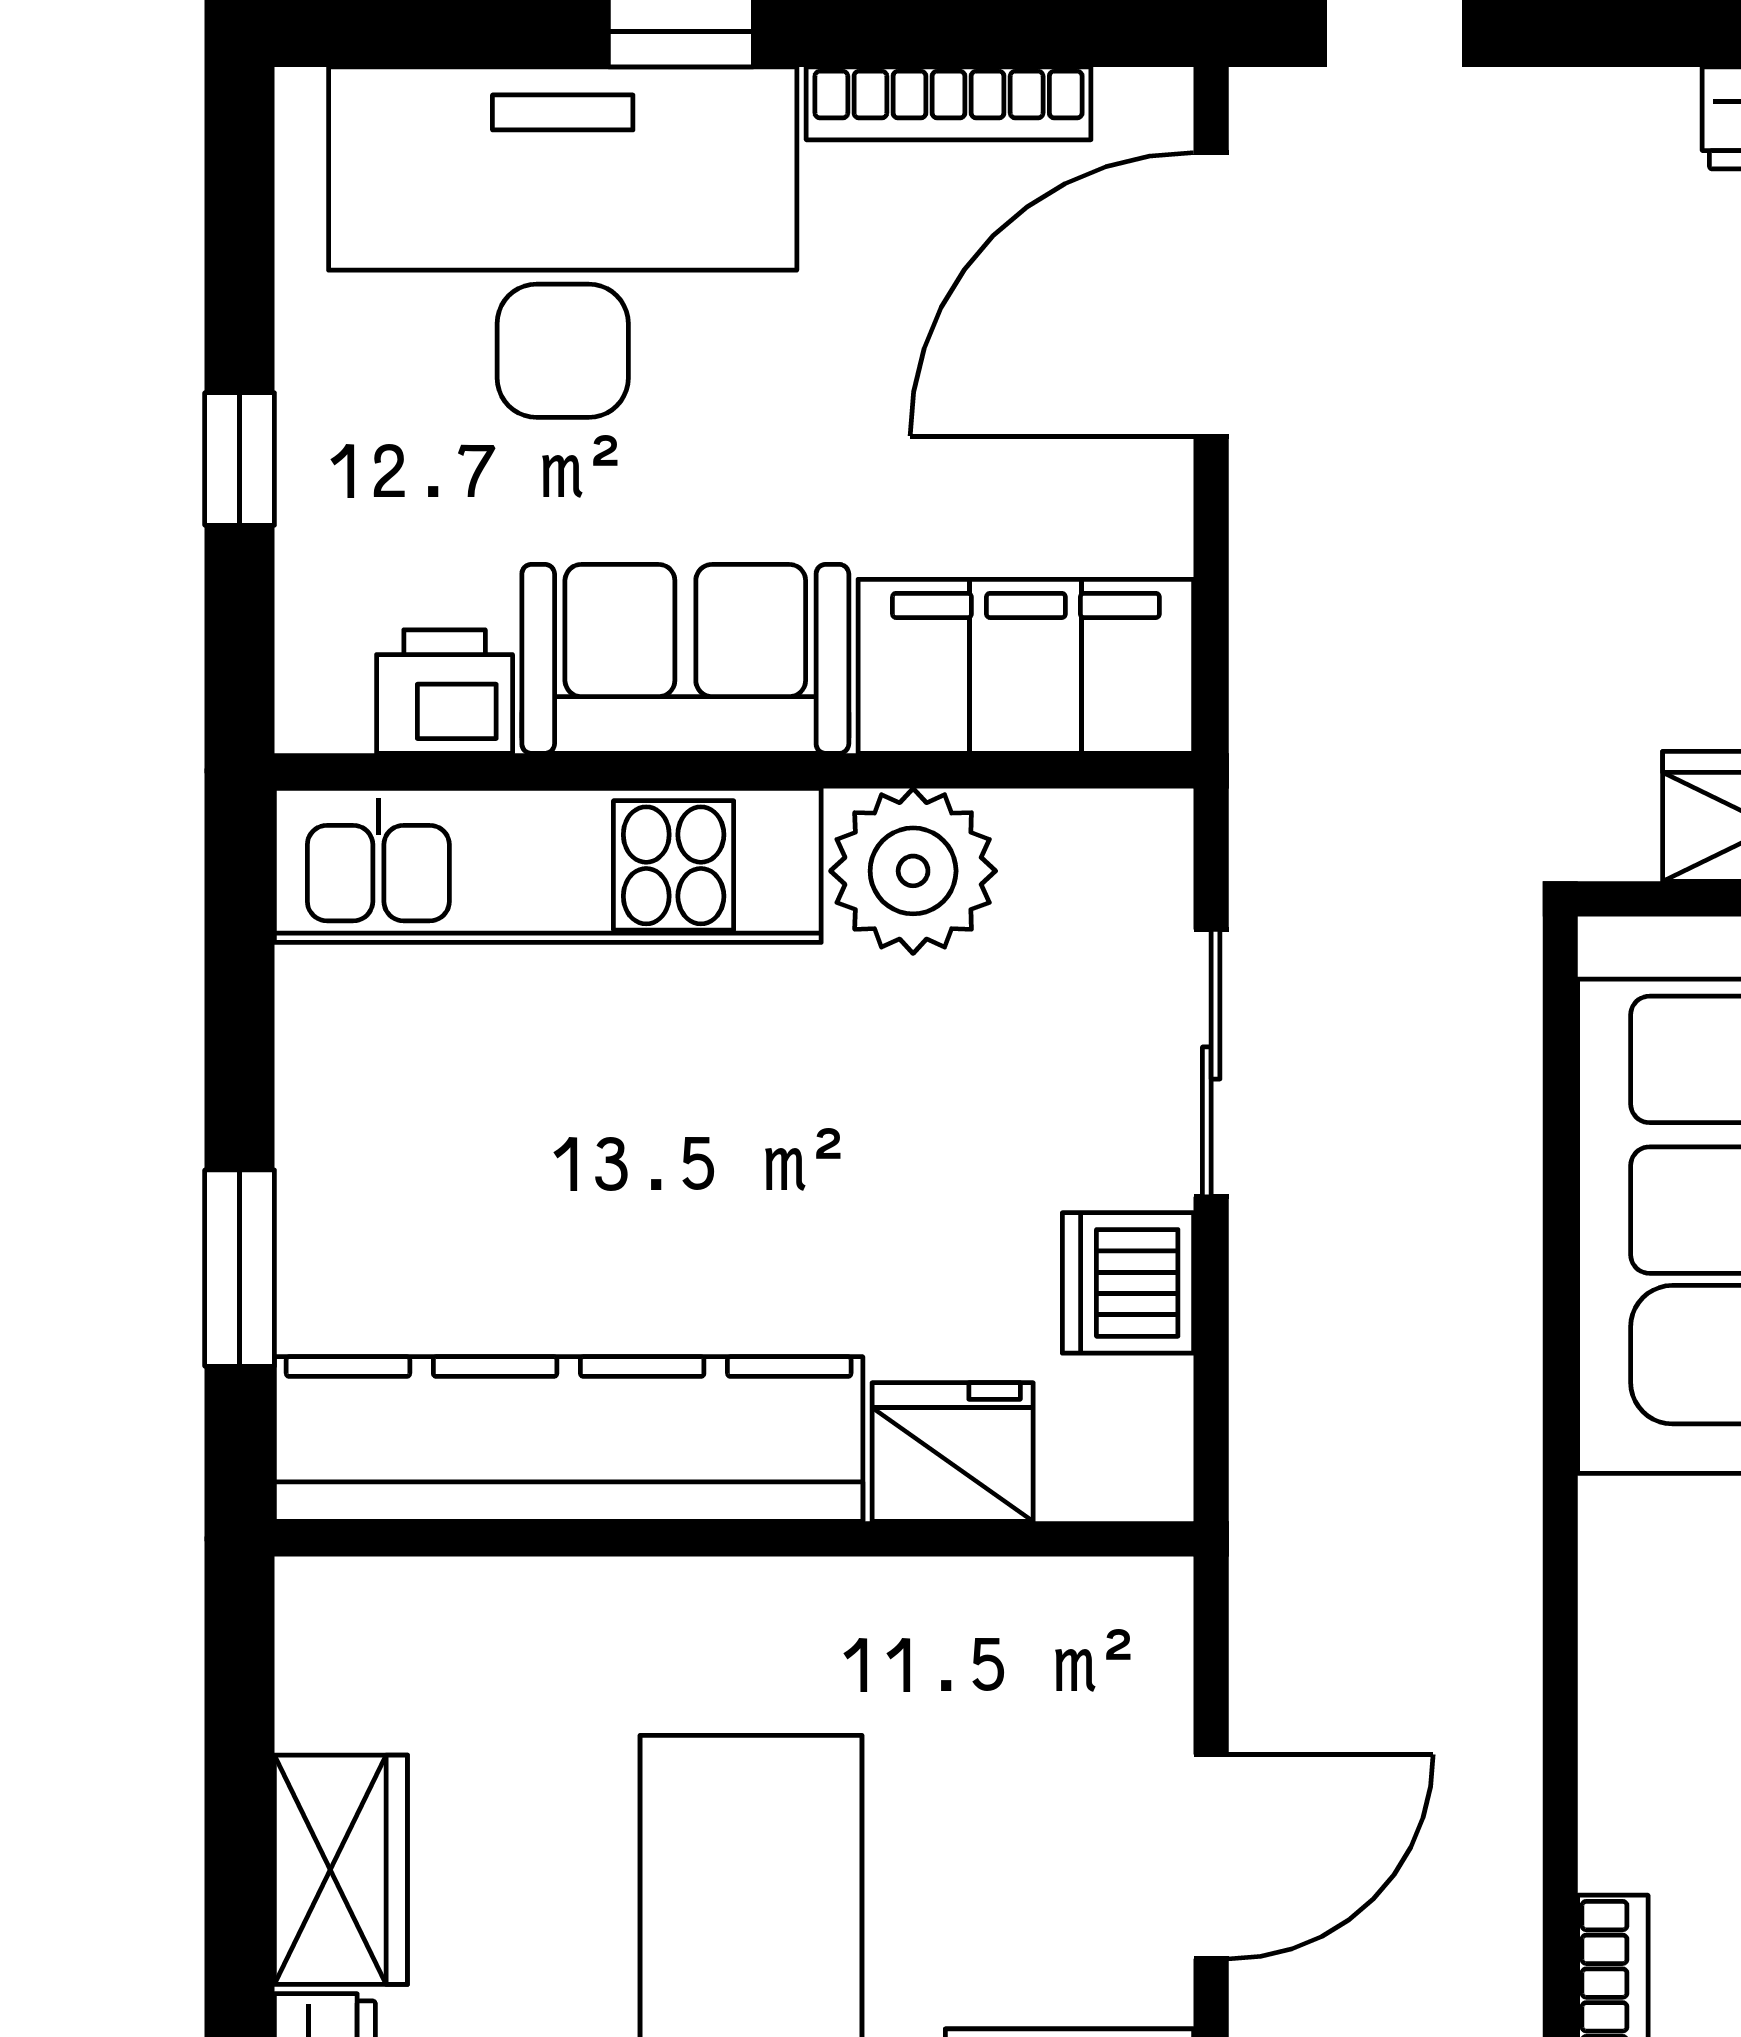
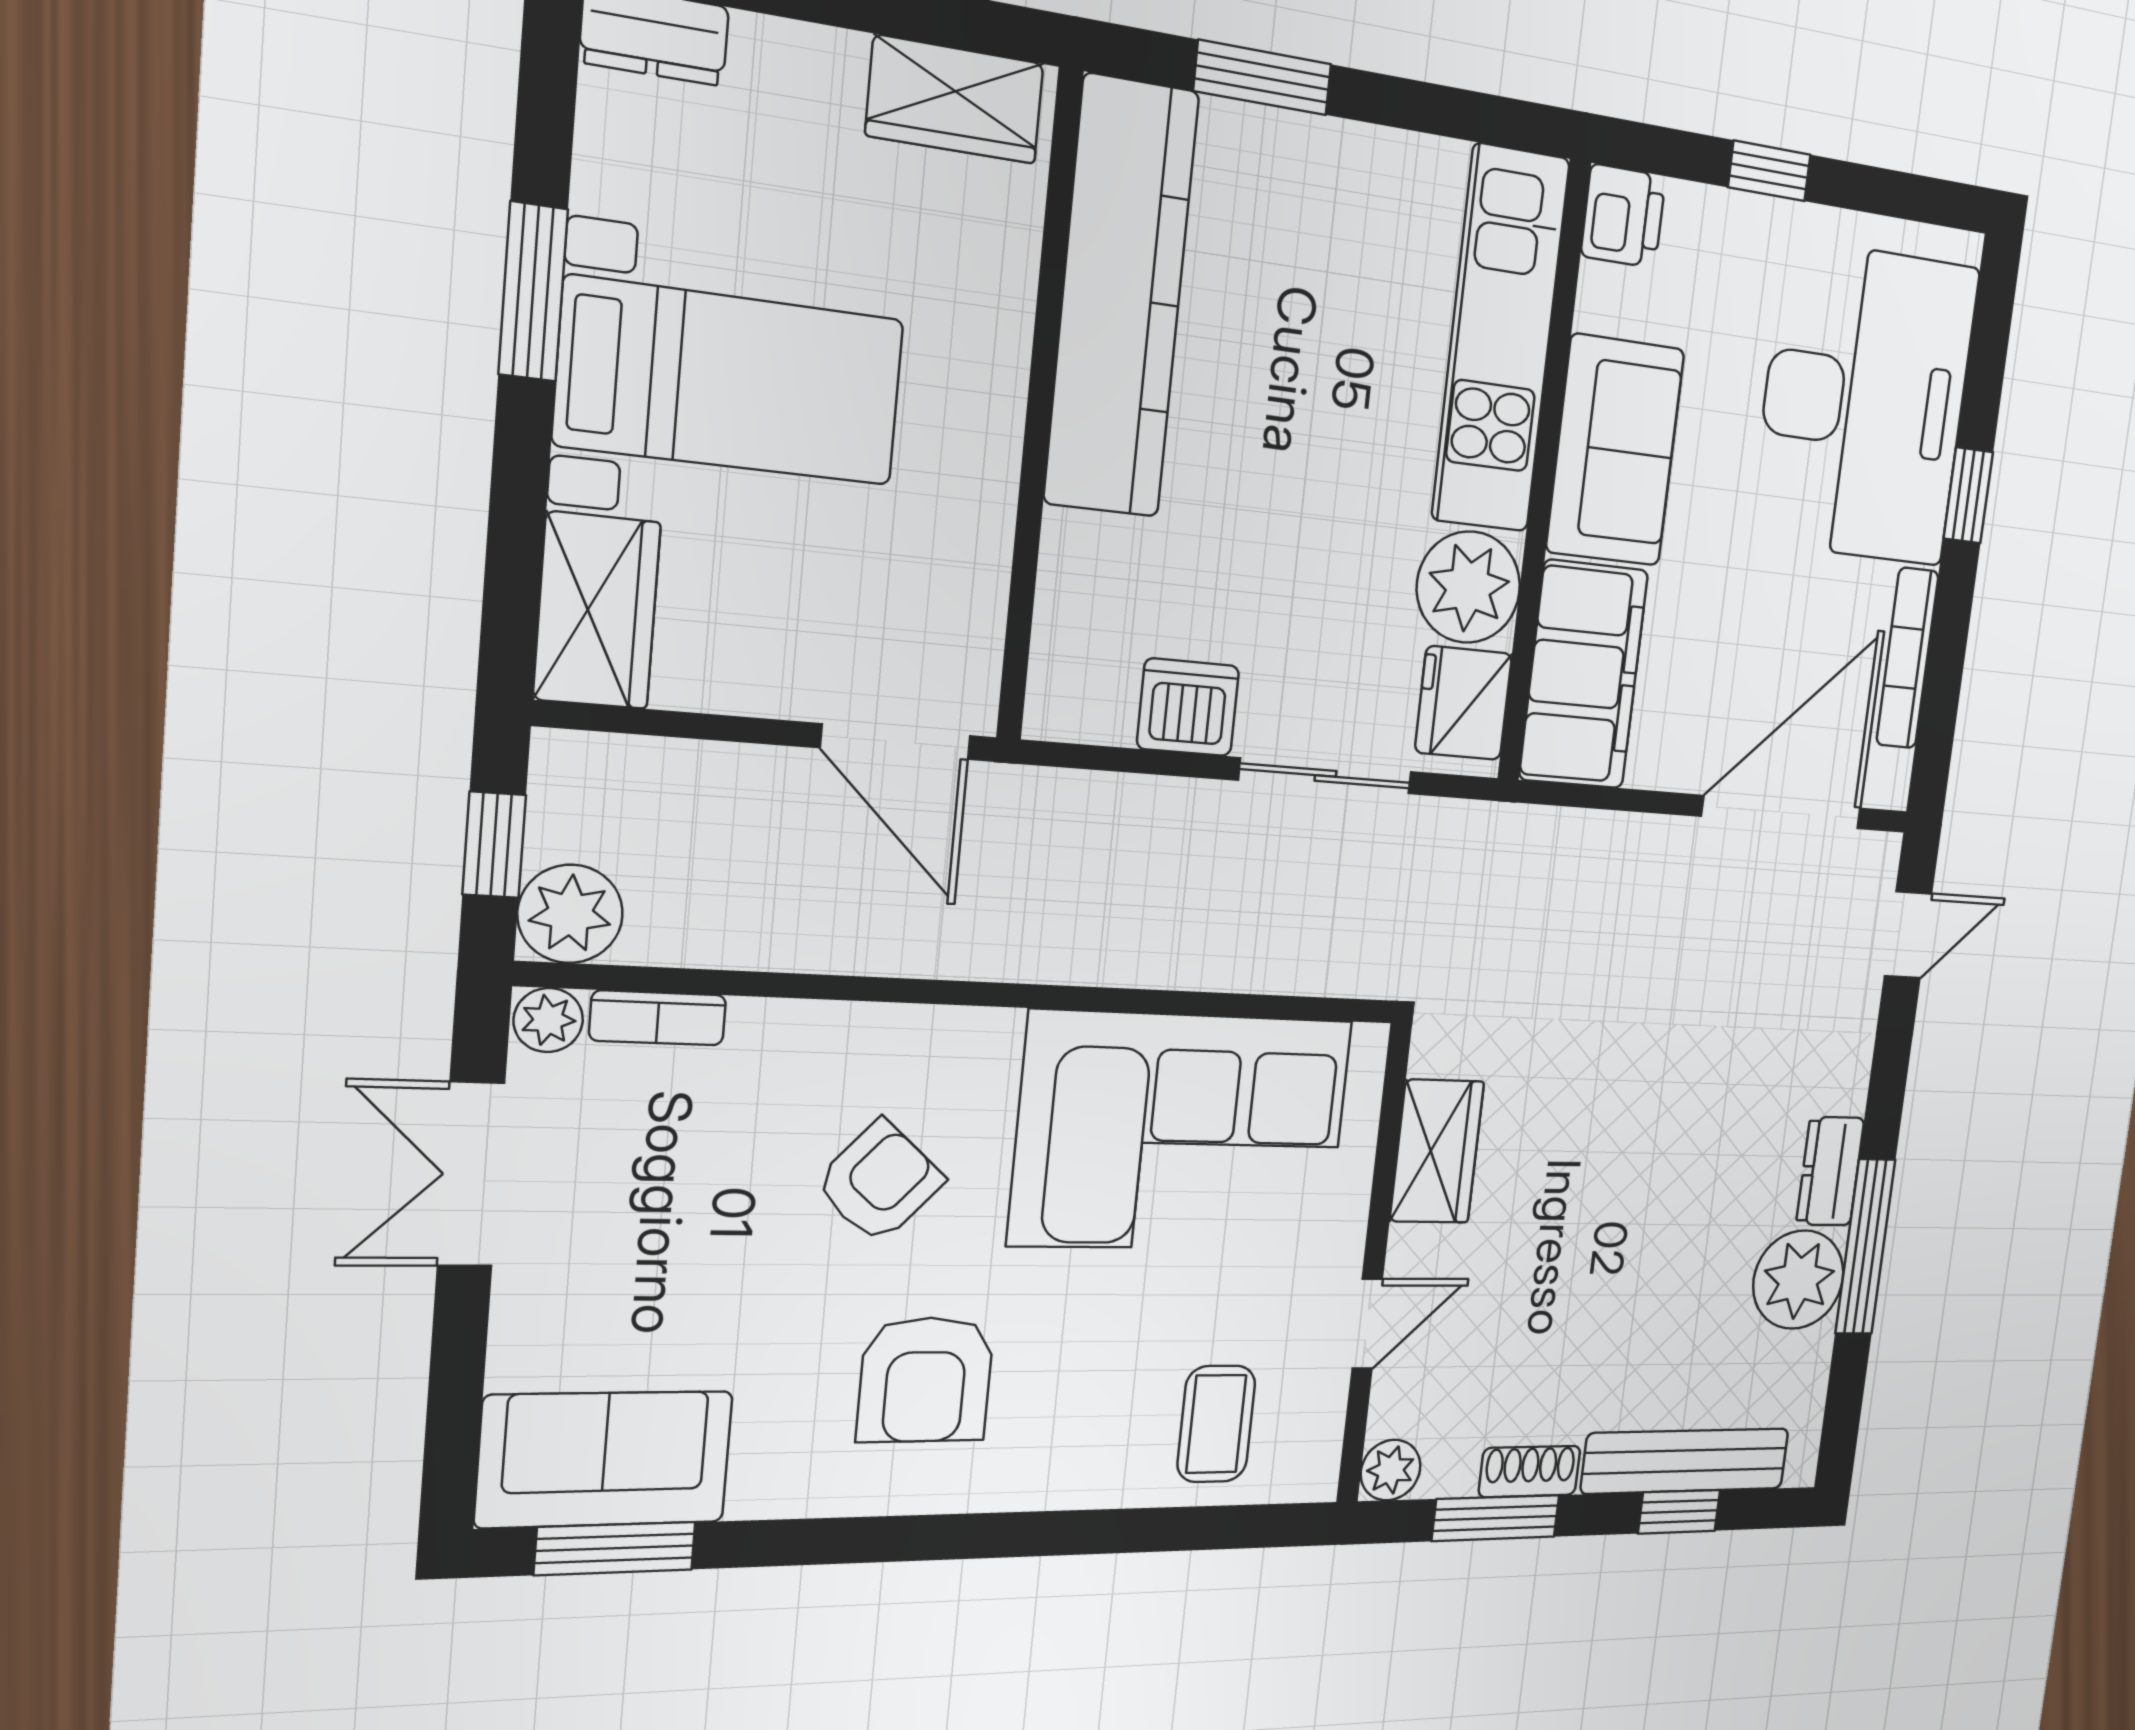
door: (1211, 294) -> (1782, 812), hinge flipped
printer: (445, 692) -> (1623, 216), moved
fridge: (953, 1452) -> (1463, 703), moved, turned 180
door: (1211, 1857) -> (896, 742), moved
wardrobe: (341, 1870) -> (955, 100), moved

